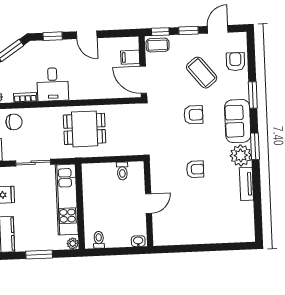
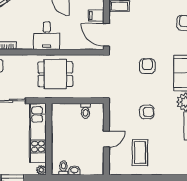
coffee table: (202, 73) -> (140, 153), moved, turned 39
desk: (53, 84) -> (47, 36), moved
armchair: (193, 115) -> (147, 66), turned -90
washbasin: (138, 241) -> (74, 170), moved

